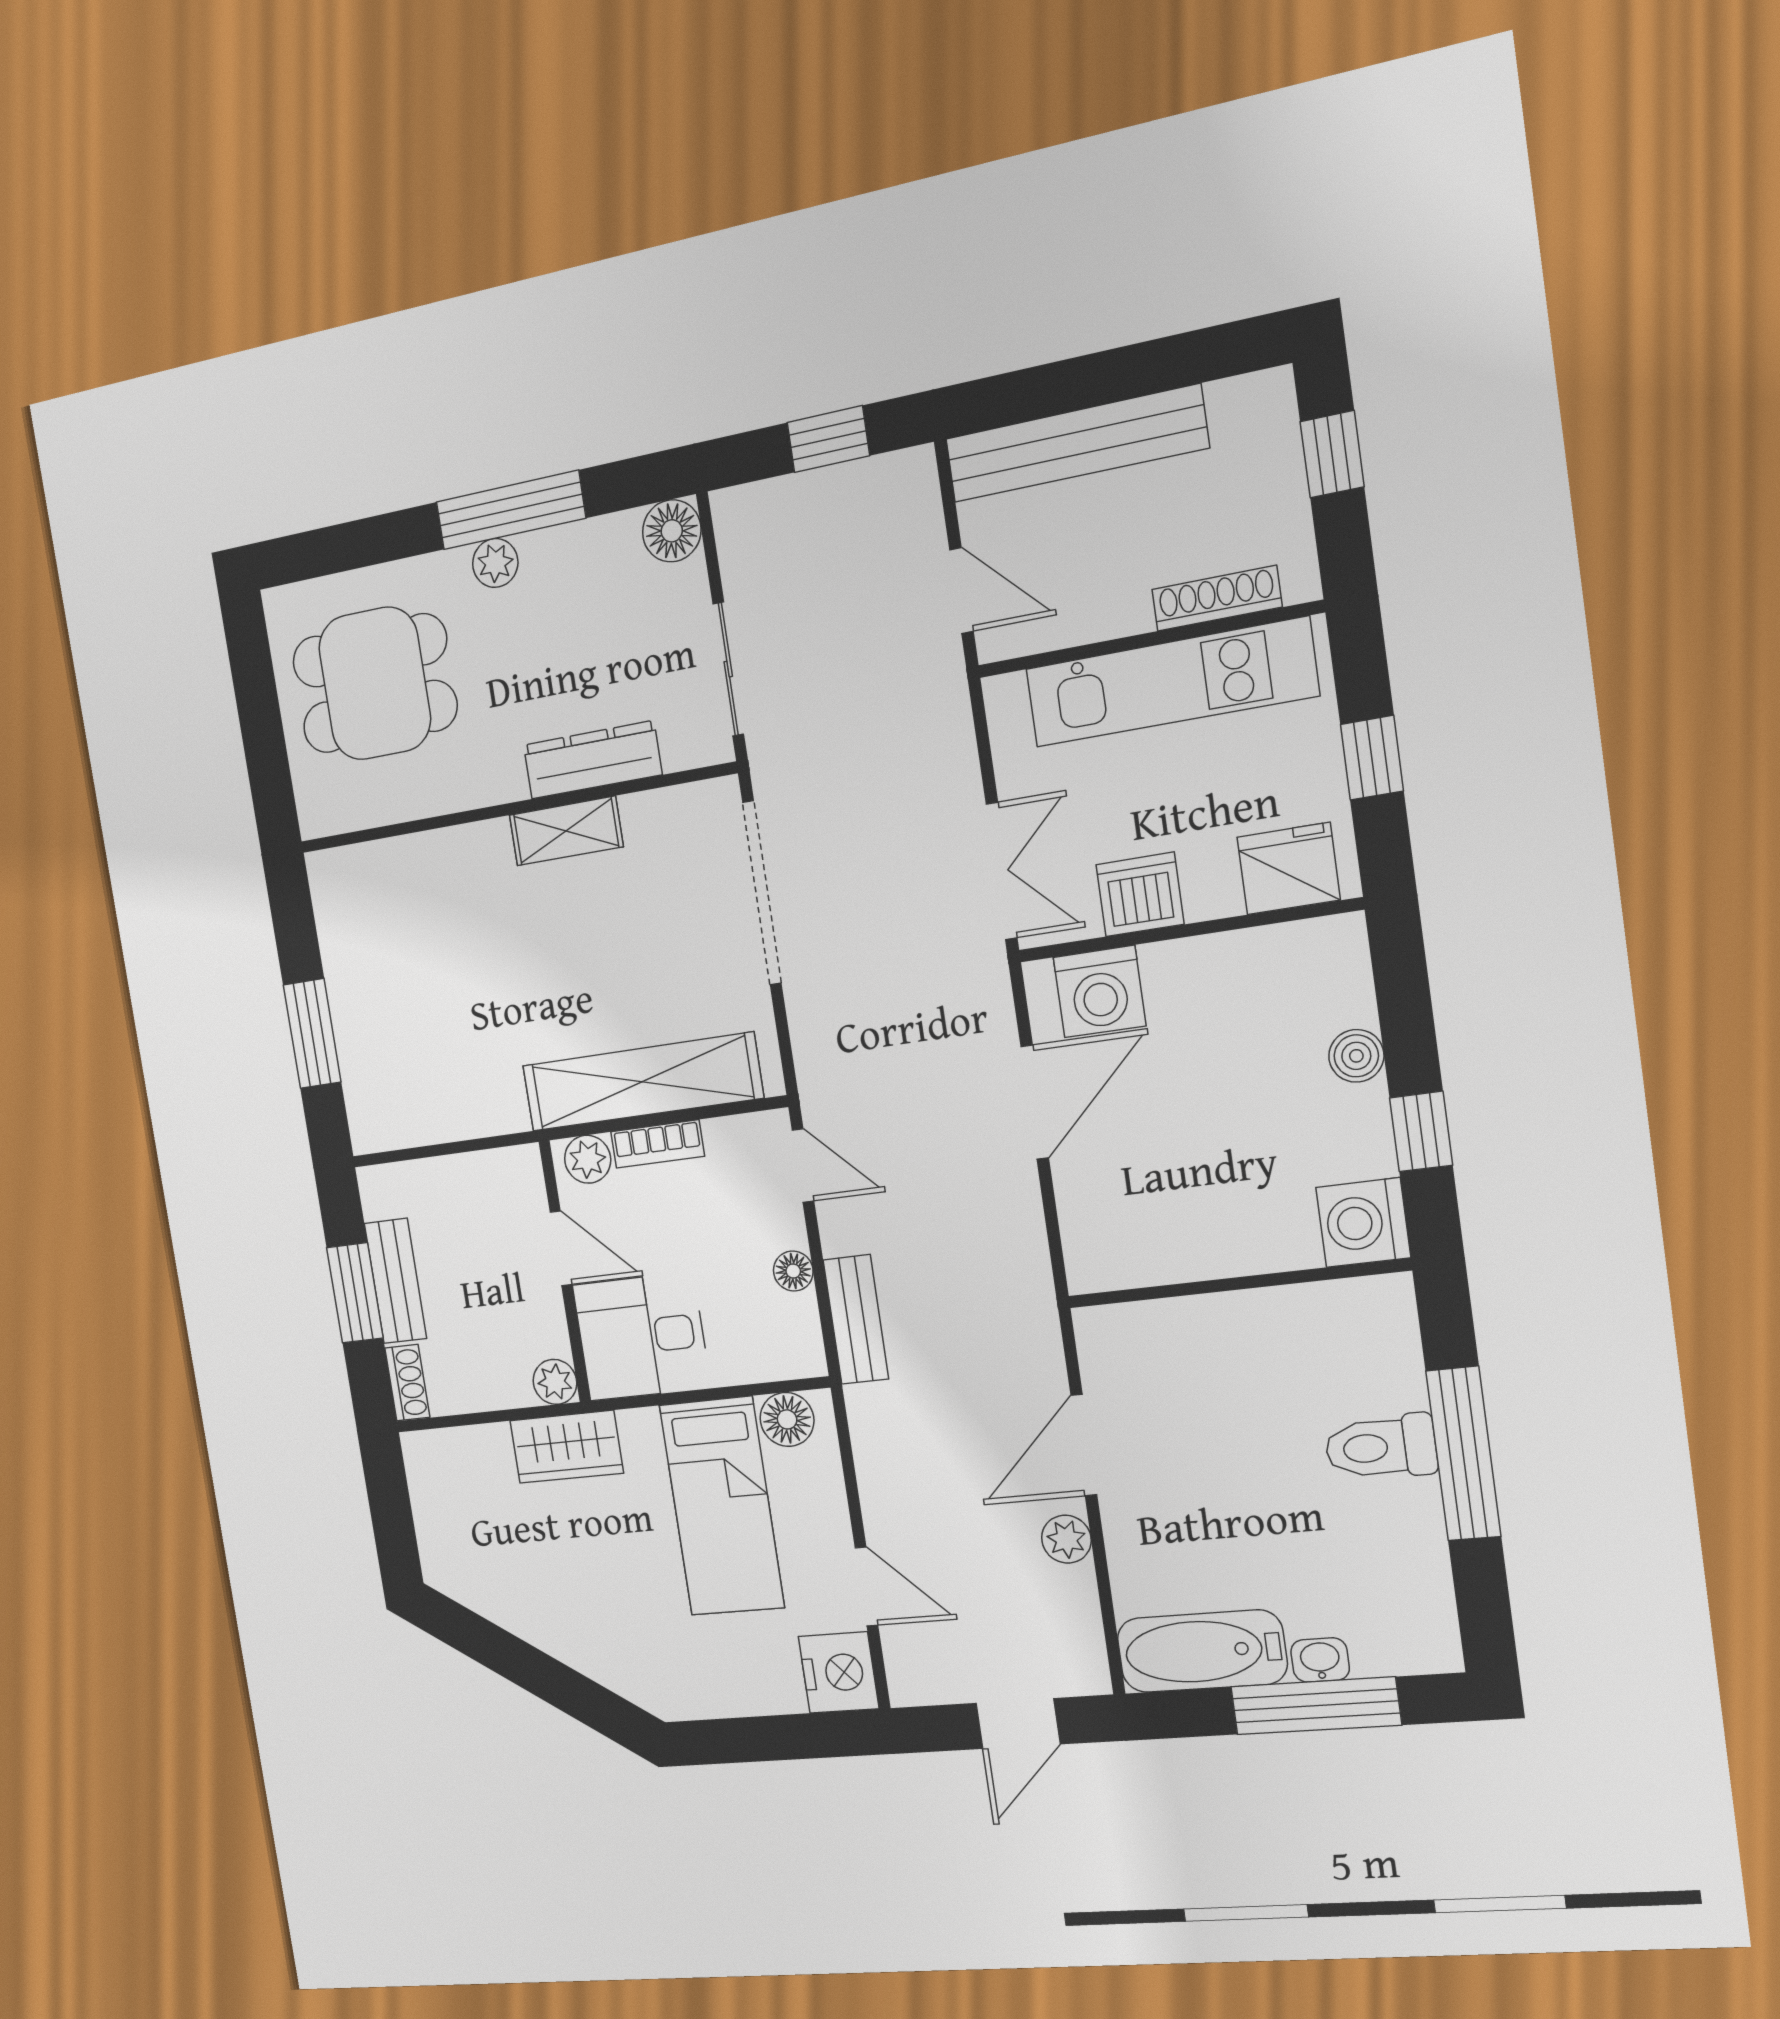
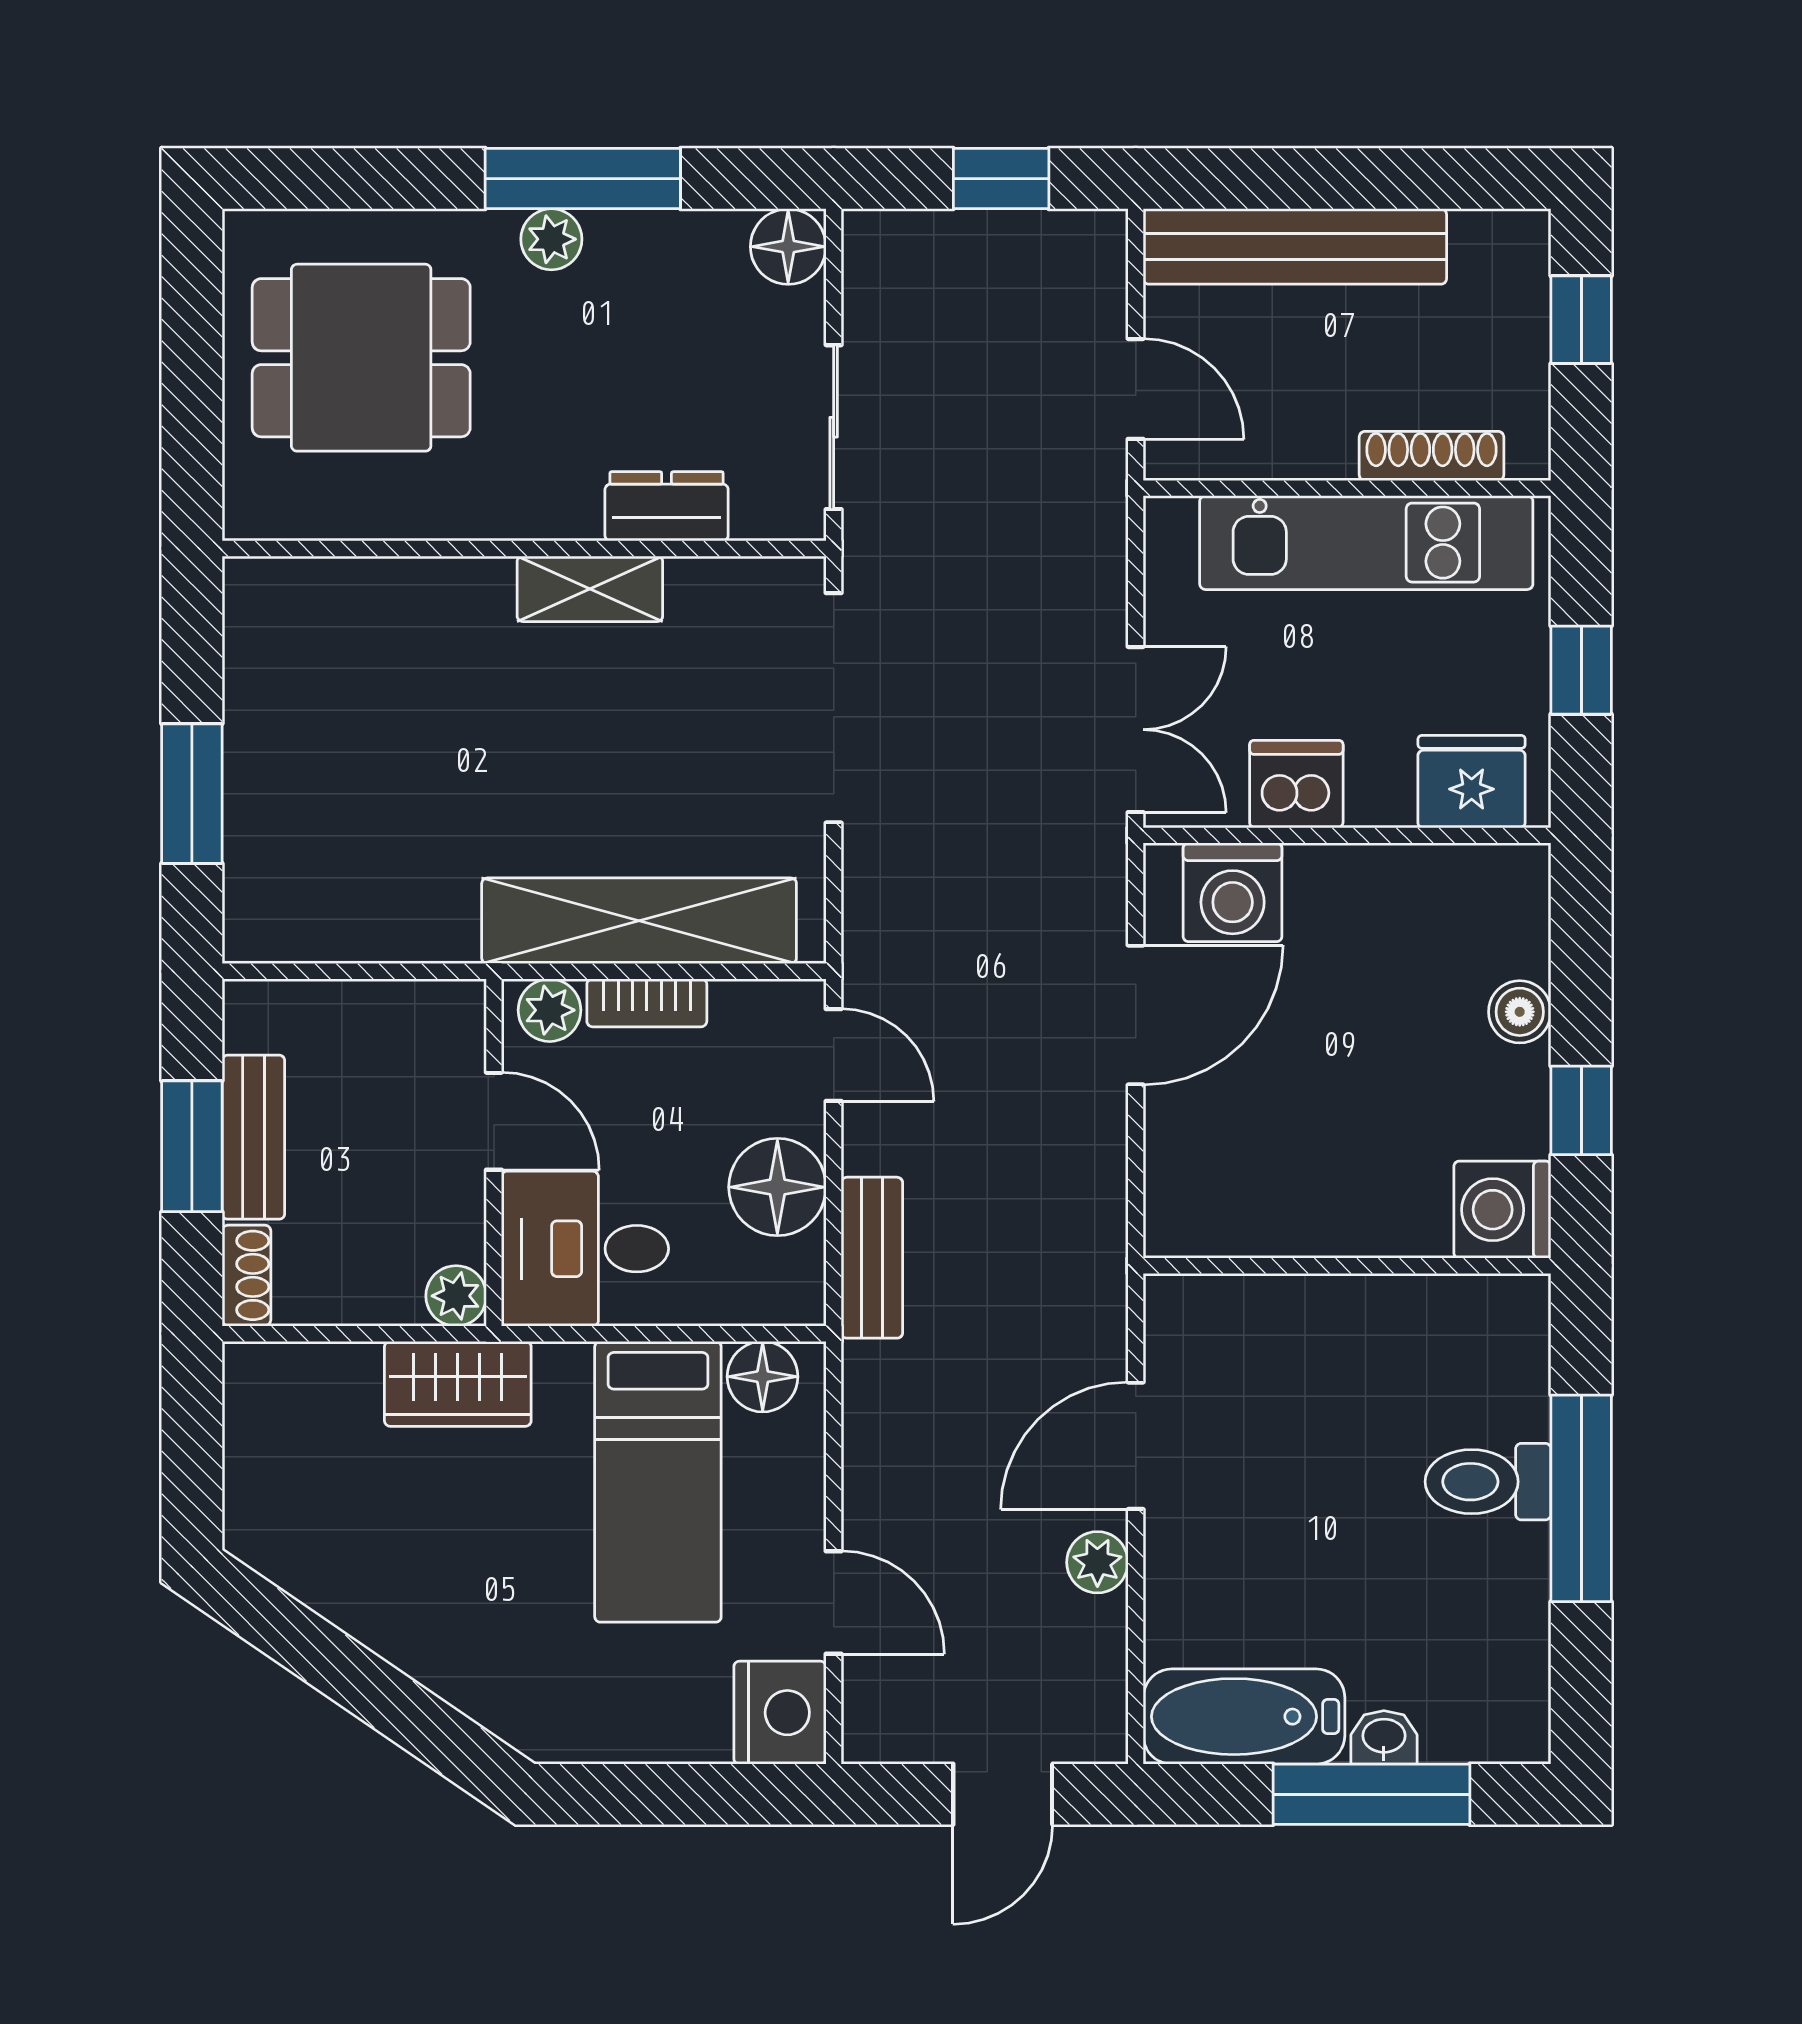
dresser: (592, 760) -> (667, 506), width x0.70
floor lamp: (793, 1271) -> (777, 1187), width x1.89, depth x1.89

